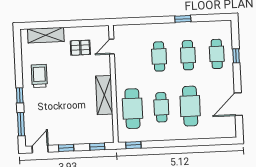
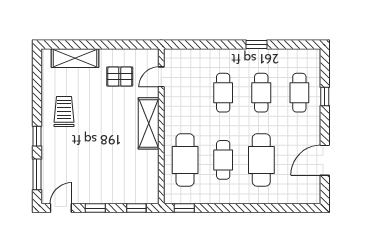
shelving: (104, 95) -> (149, 123), moved

